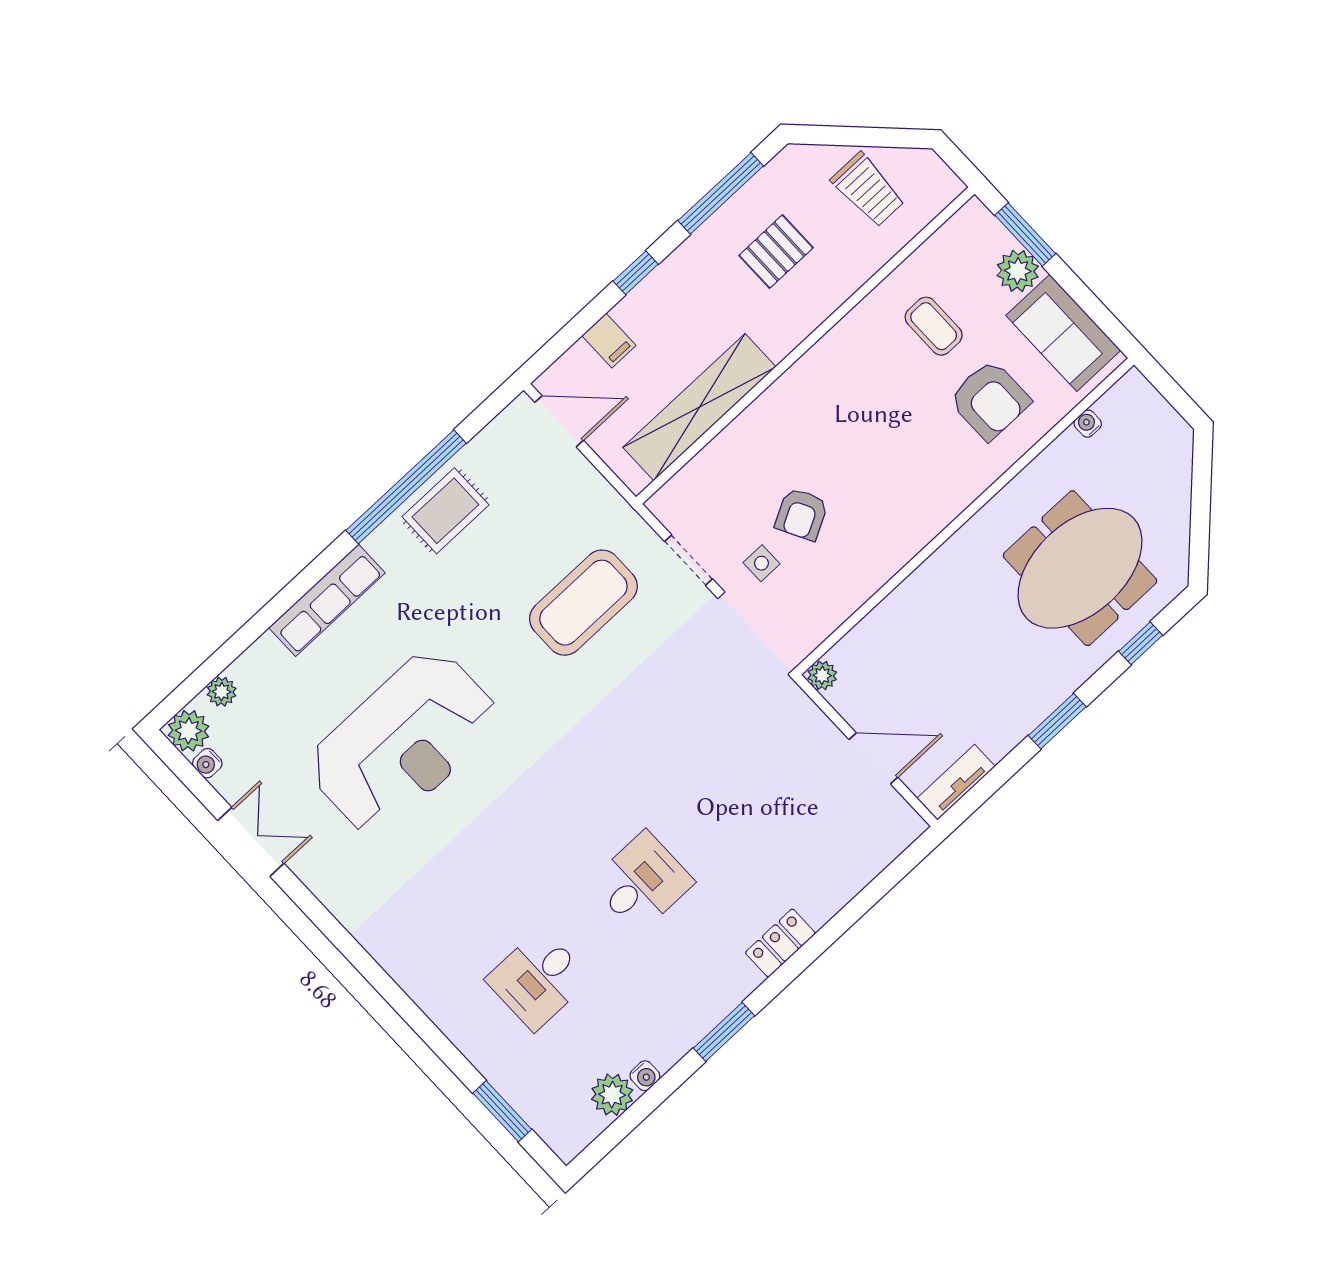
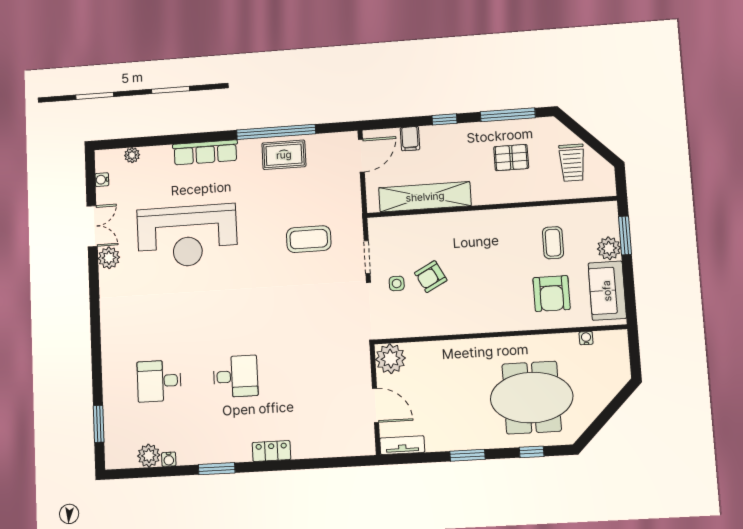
door: (559, 421) -> (361, 156), hinge flipped
coffee table: (583, 603) -> (309, 239), width x0.73, depth x0.76
plant: (822, 675) -> (391, 359), width x1.88, depth x1.88
plant: (189, 731) -> (109, 258), moved

